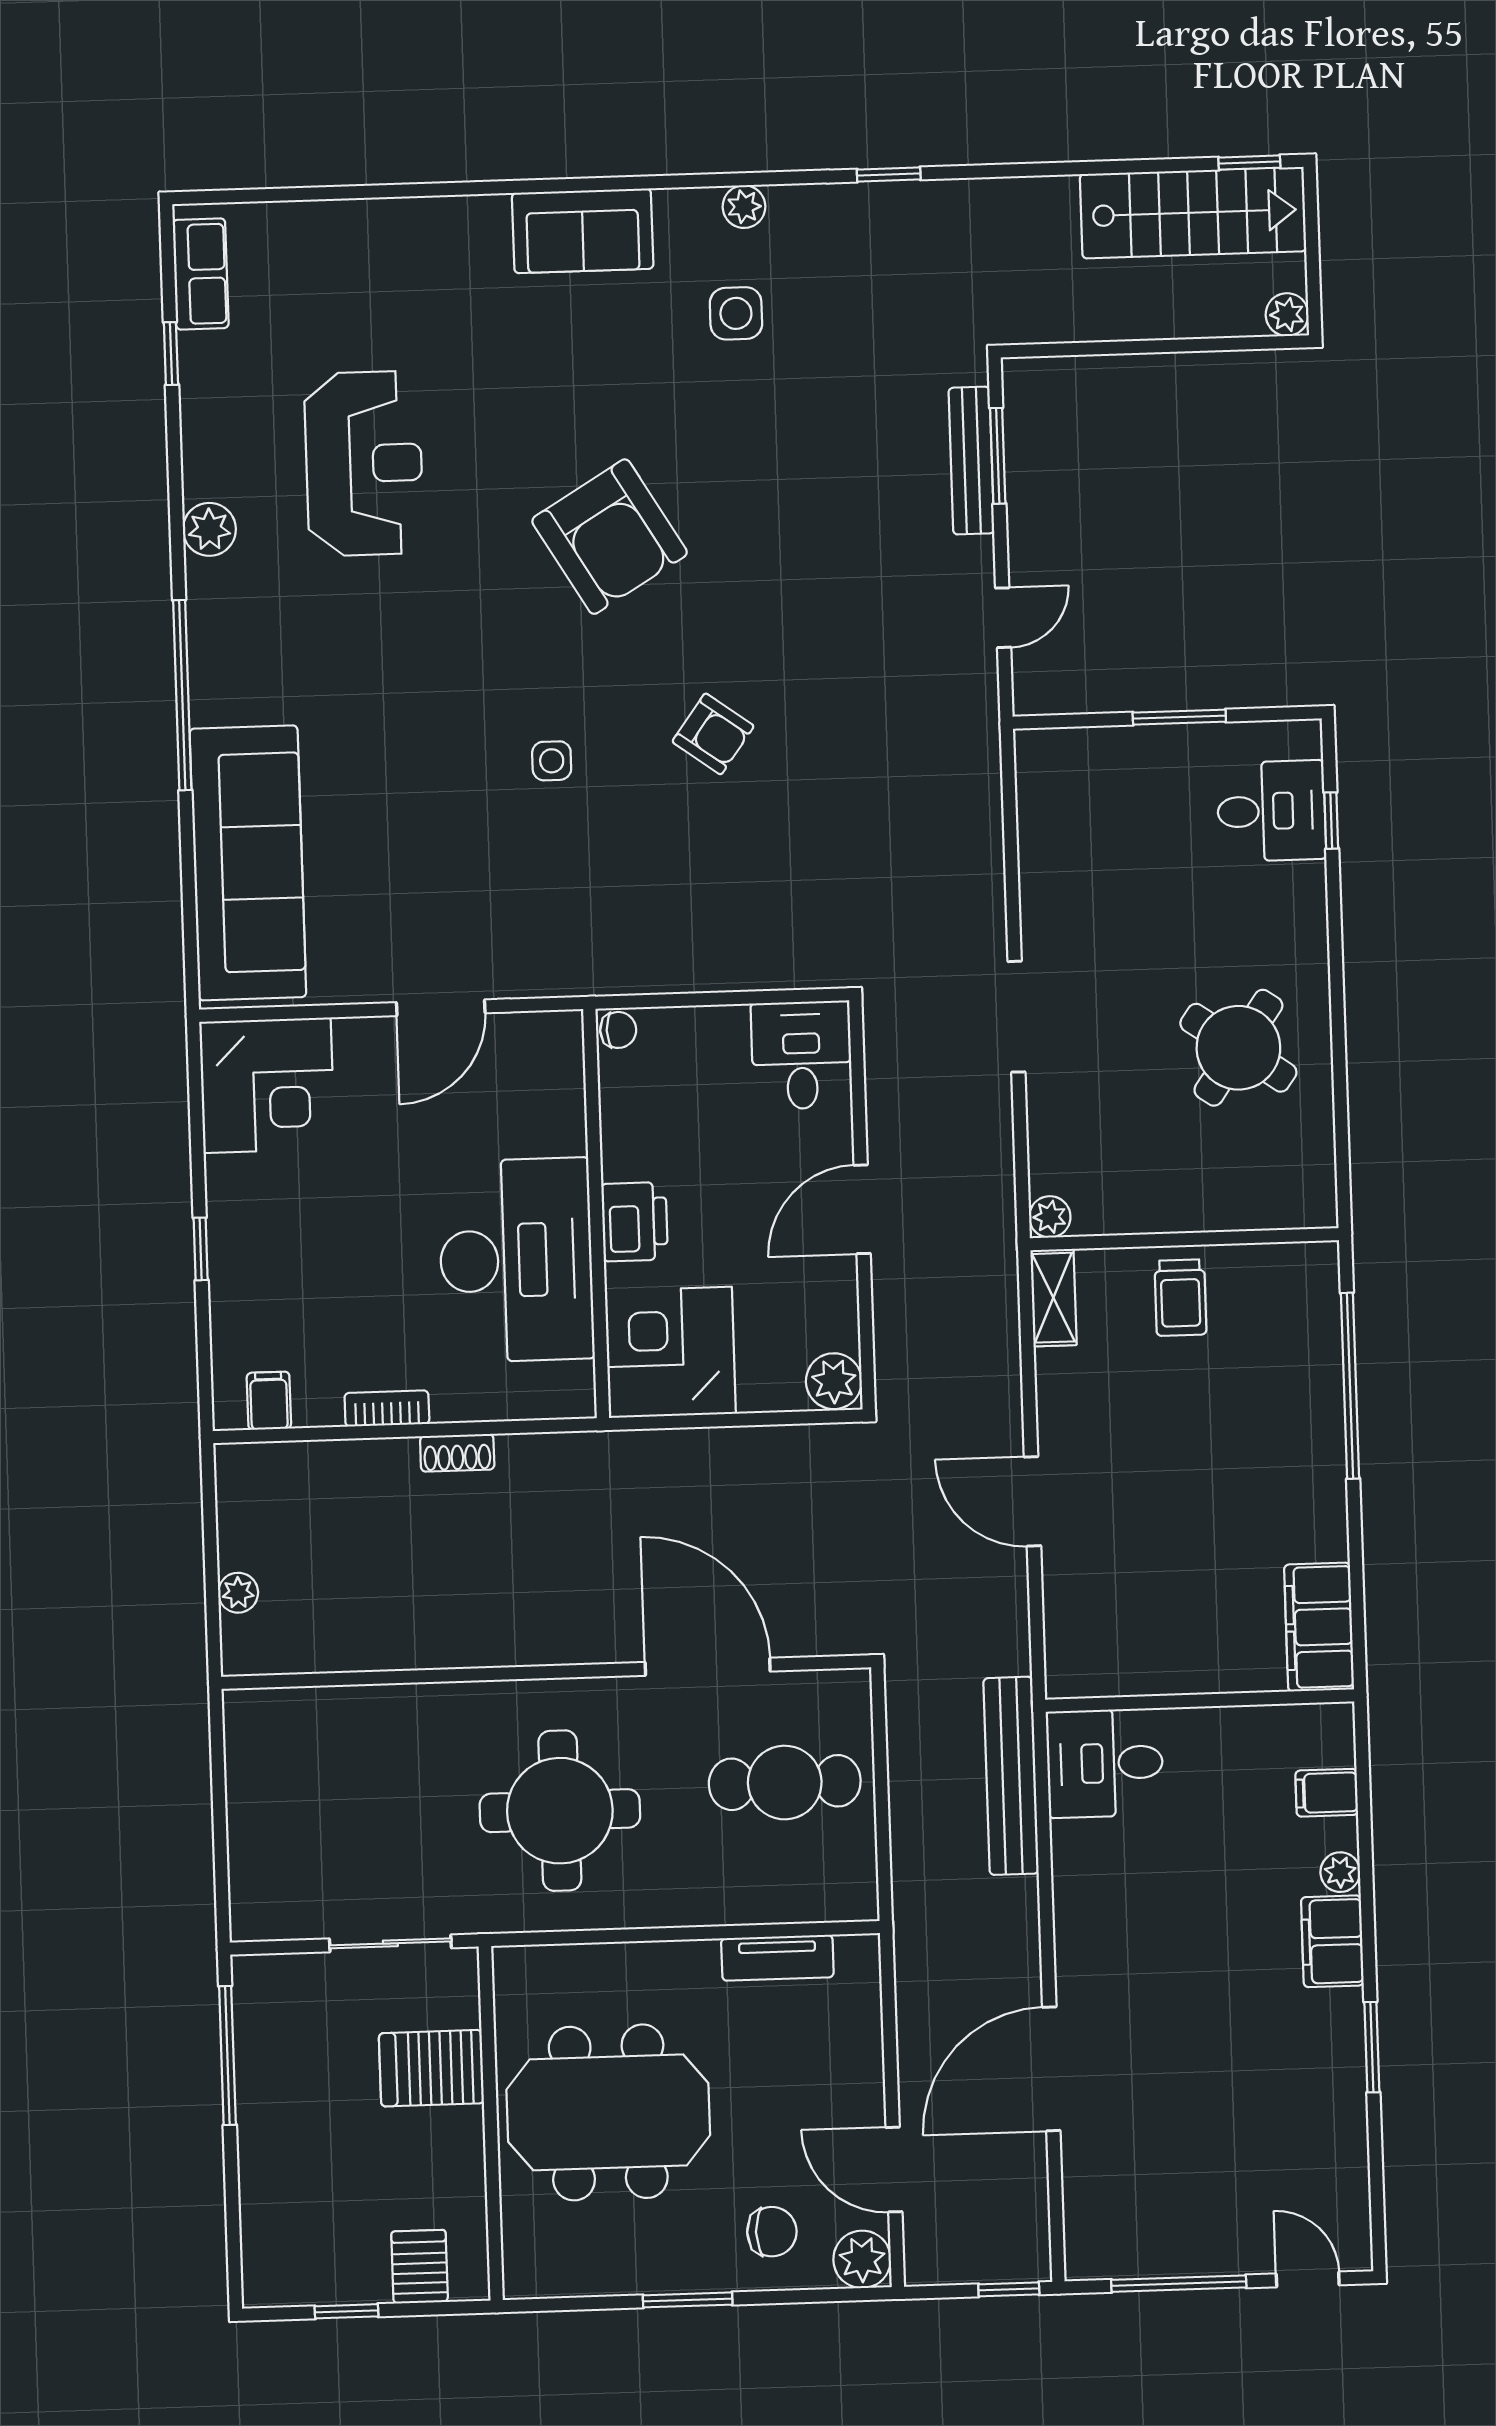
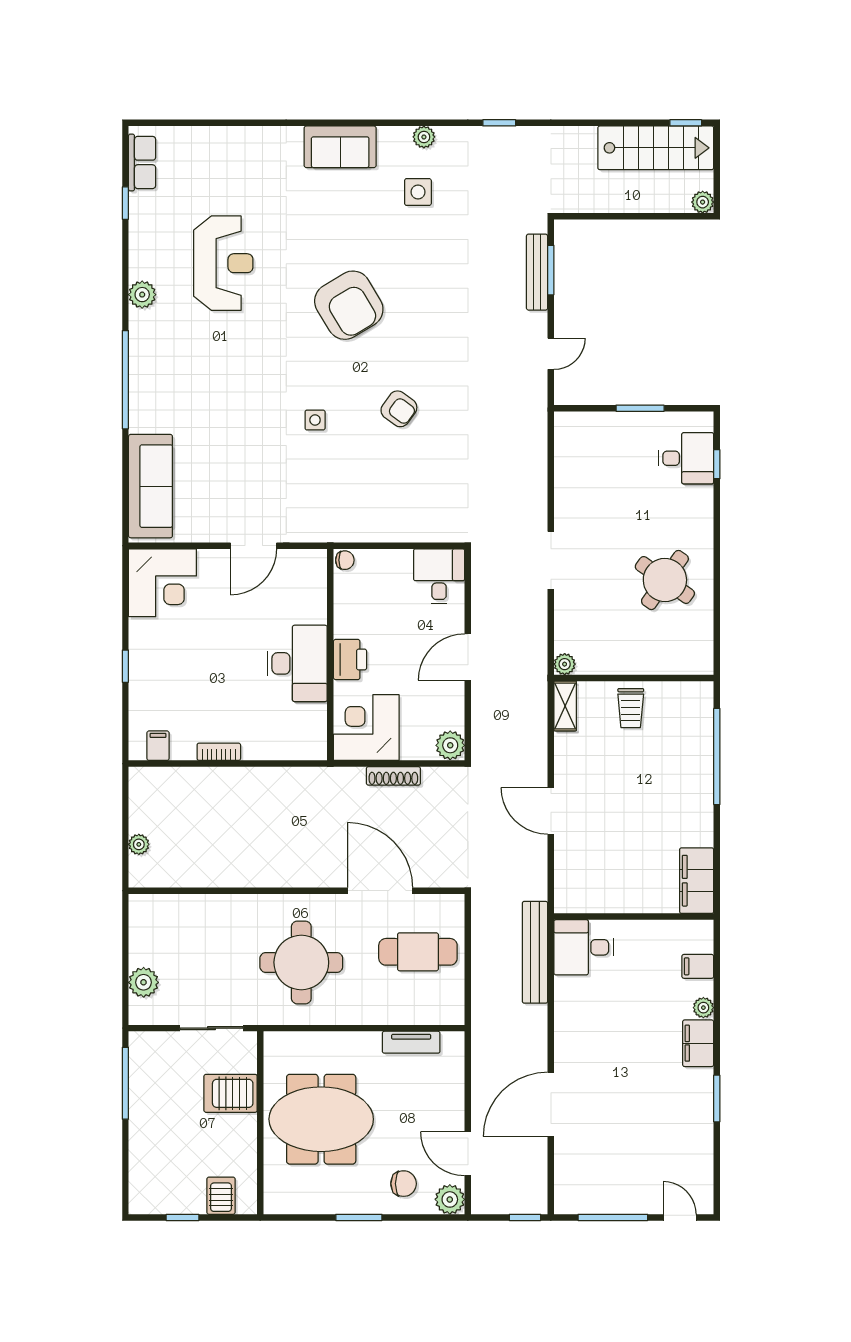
sofa: (248, 863) -> (150, 486), width x0.74, depth x0.79
desk: (516, 1260) -> (297, 663), width x0.73, depth x0.77
shoe rack: (457, 1453) -> (393, 776), moved, width x1.43
plant: (256, 1859) -> (144, 982), added

